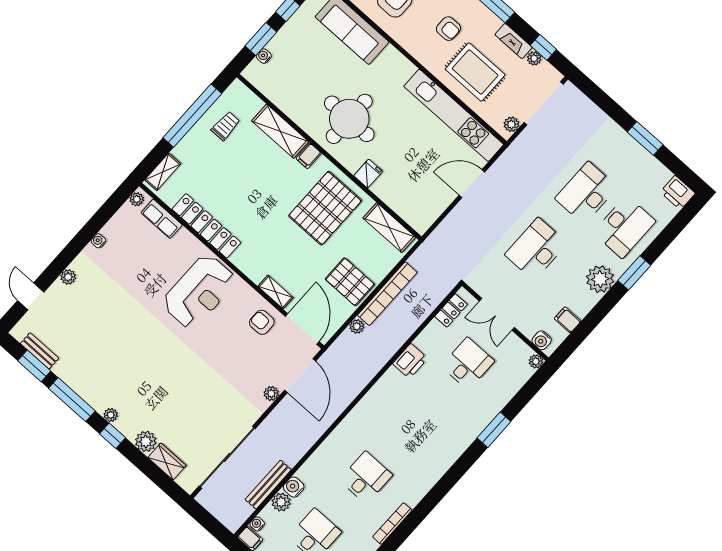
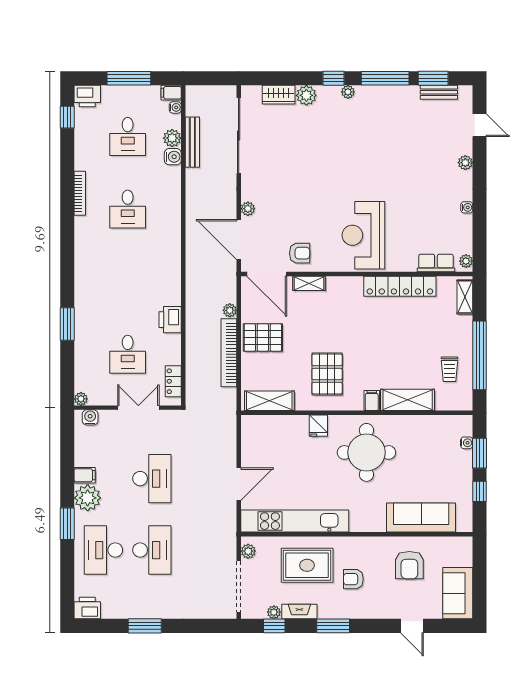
pallet: (325, 208) -> (327, 374), width x0.73, depth x0.71
filing cabinet: (568, 320) -> (85, 475), moved

